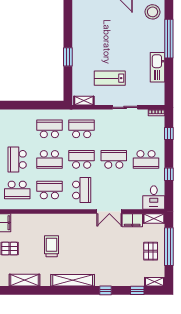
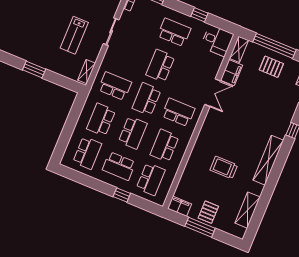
school desk: (17, 129) -> (87, 153), added
school desk: (82, 129) -> (115, 86), turned 90
school desk: (146, 159) -> (174, 32), turned -90

